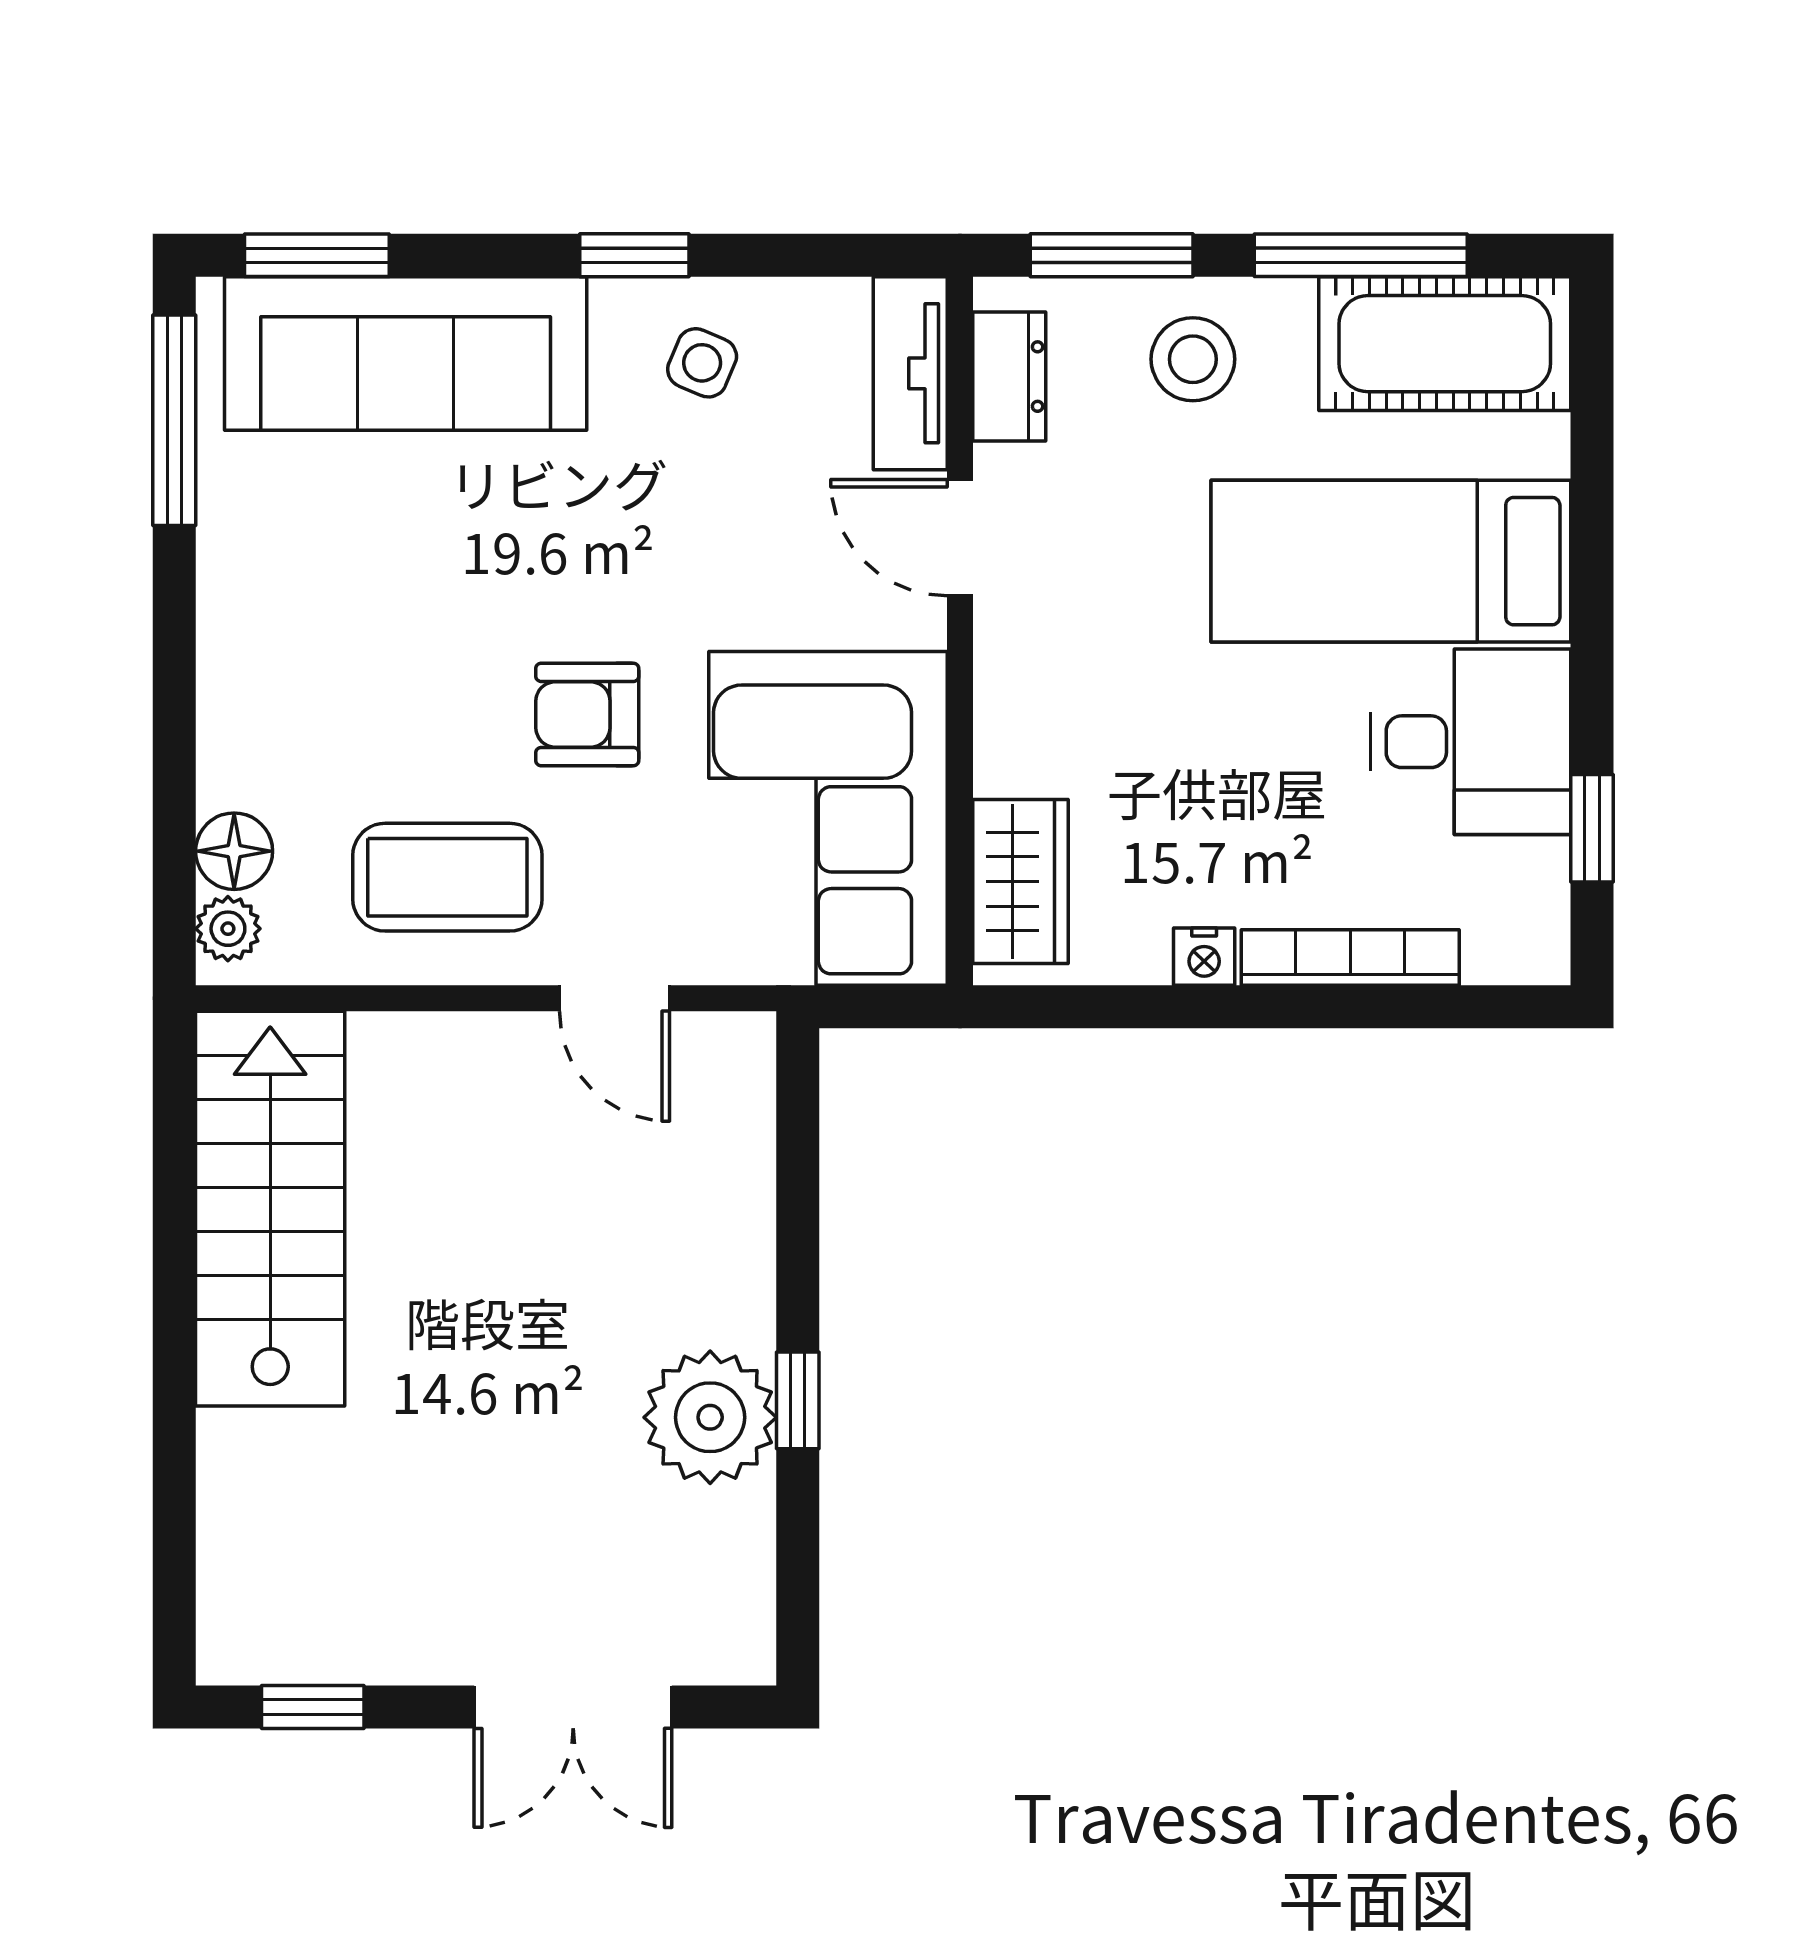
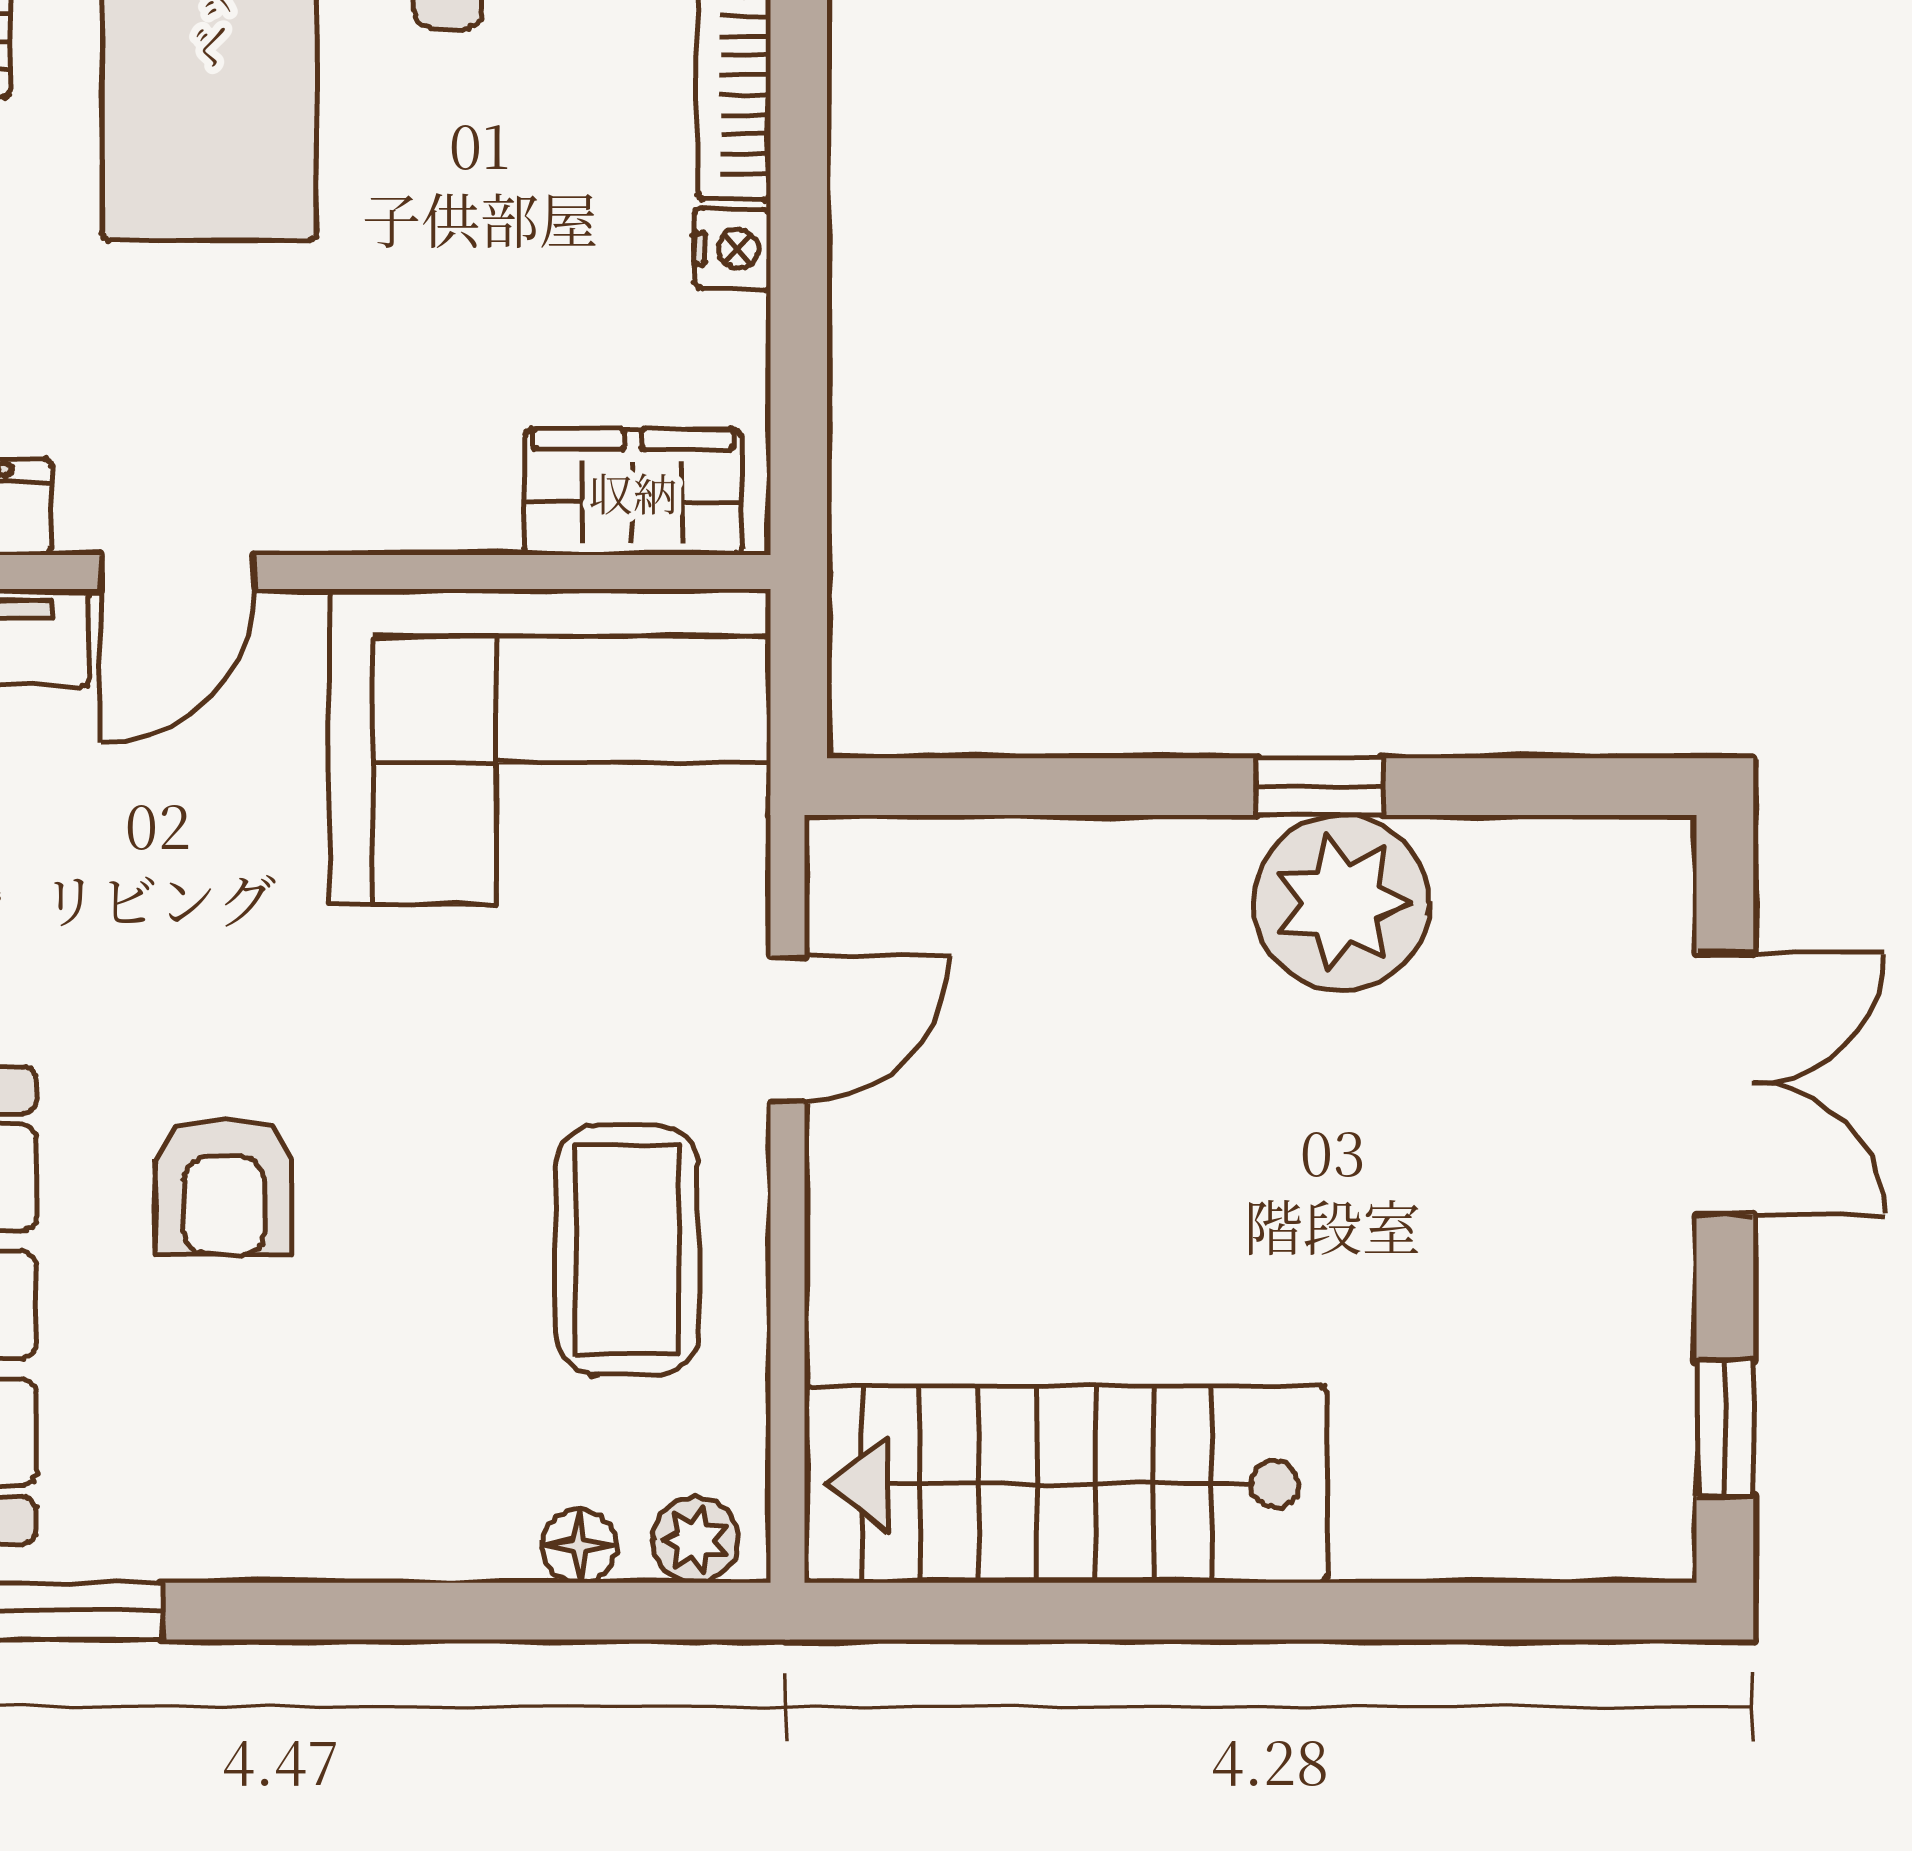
armchair: (587, 714) -> (224, 1187), moved
floor lamp: (234, 851) -> (579, 1546), width x0.73, depth x0.73

